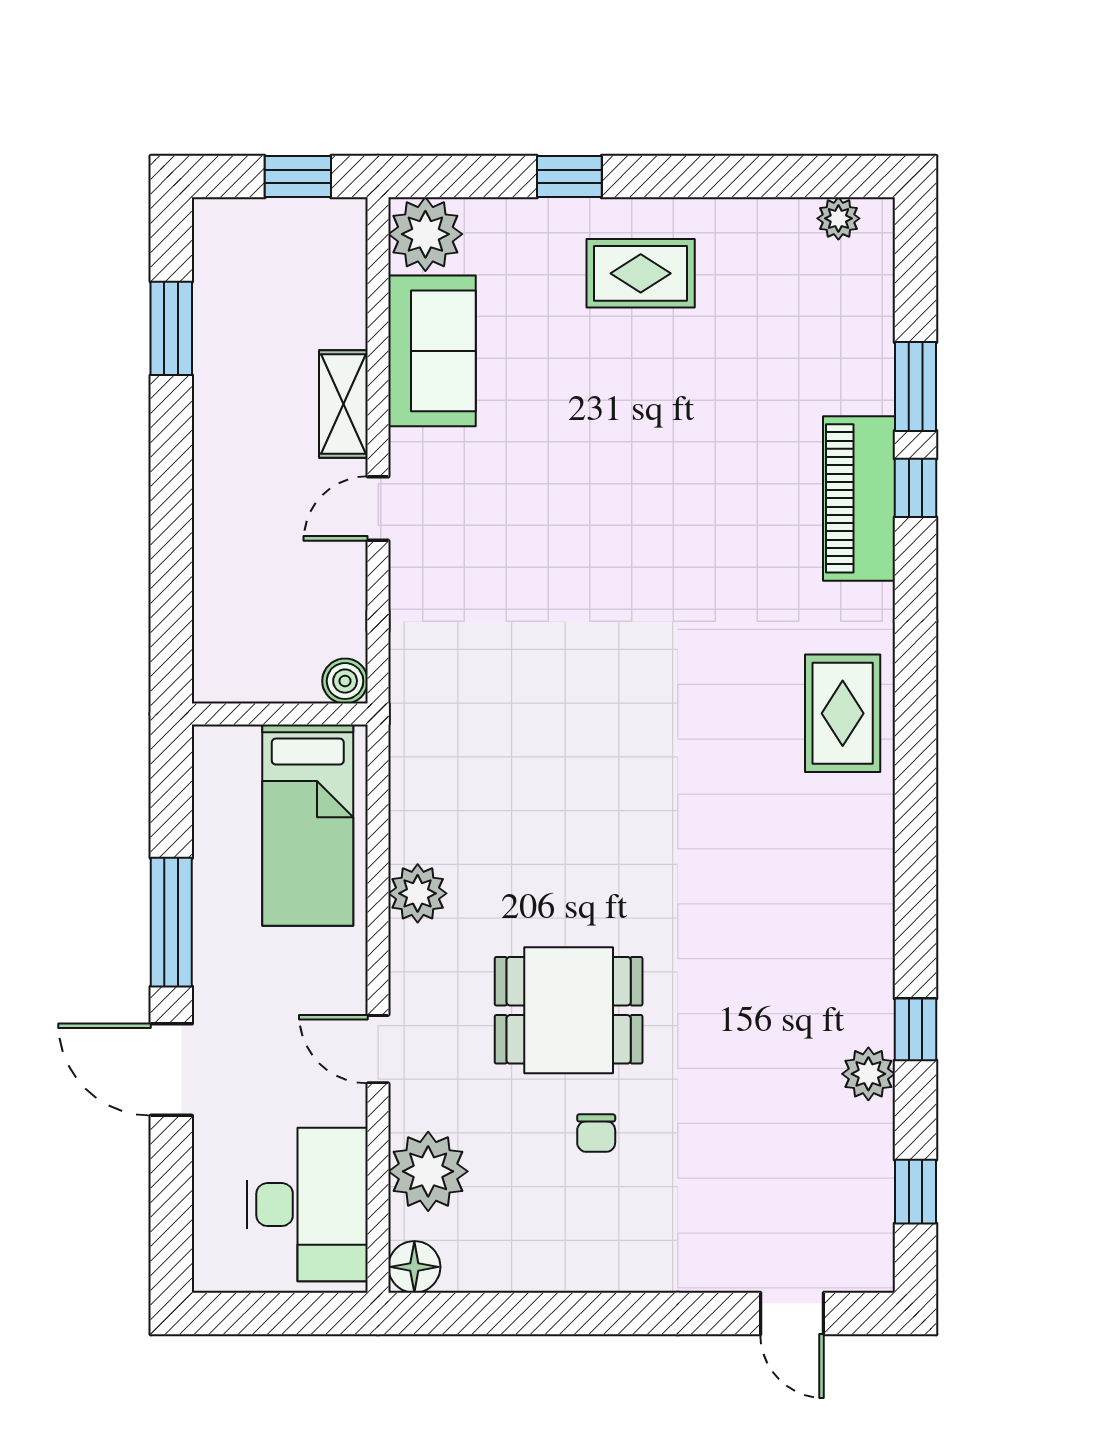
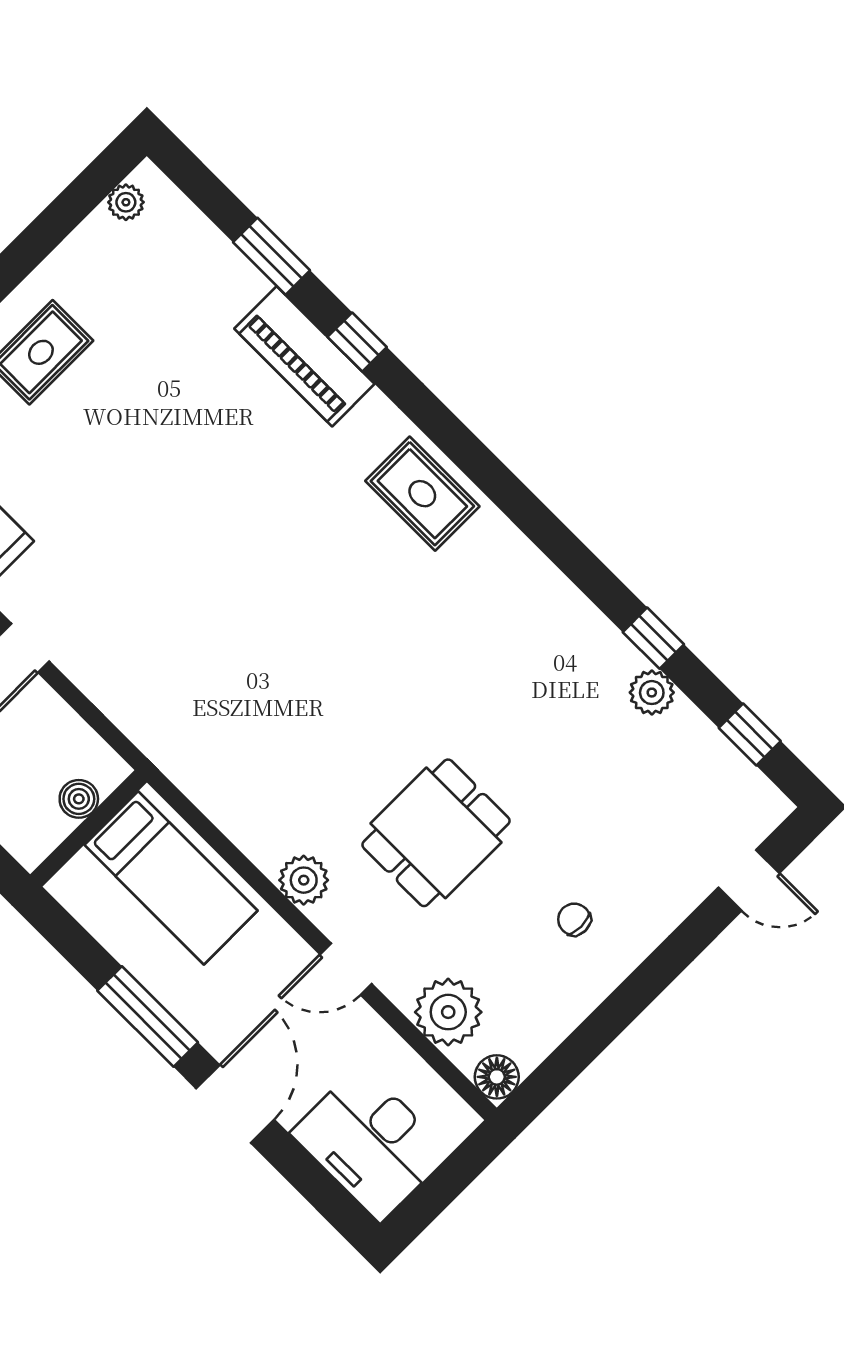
window: (916, 488) -> (357, 342), moved
boiler: (345, 681) -> (79, 799), moved
plant: (418, 893) -> (304, 880), moved
door: (171, 1070) -> (235, 1104), swing flipped
chair: (596, 1133) -> (574, 919), moved, turned 180
desk: (307, 1205) -> (370, 1143), moved, turned 180

